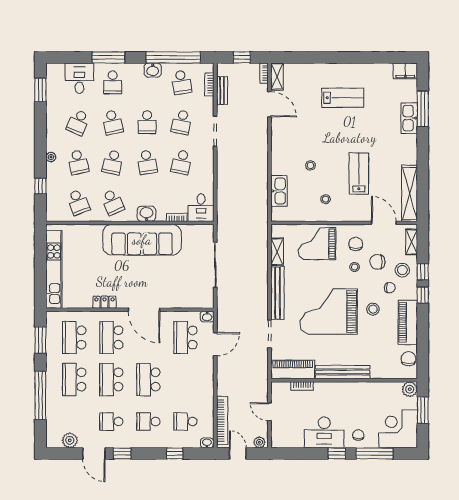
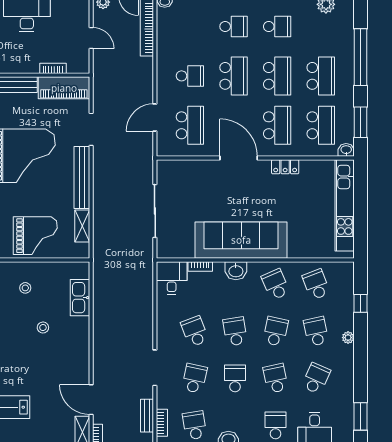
school desk: (182, 162) -> (195, 331), turned -33
washbasin: (207, 317) -> (346, 150), moved
school desk: (185, 421) -> (190, 76), moved

